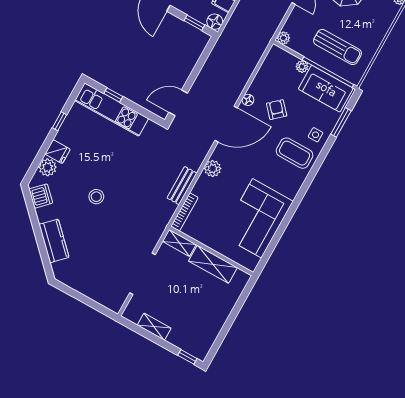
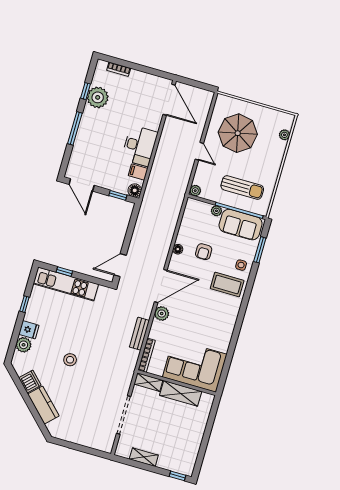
armchair: (277, 110) -> (204, 252), turned -138
door: (226, 124) -> (161, 286), moved
dishwasher: (41, 196) -> (30, 382), moved
corner sofa: (257, 218) -> (195, 366), moved, turned 90

